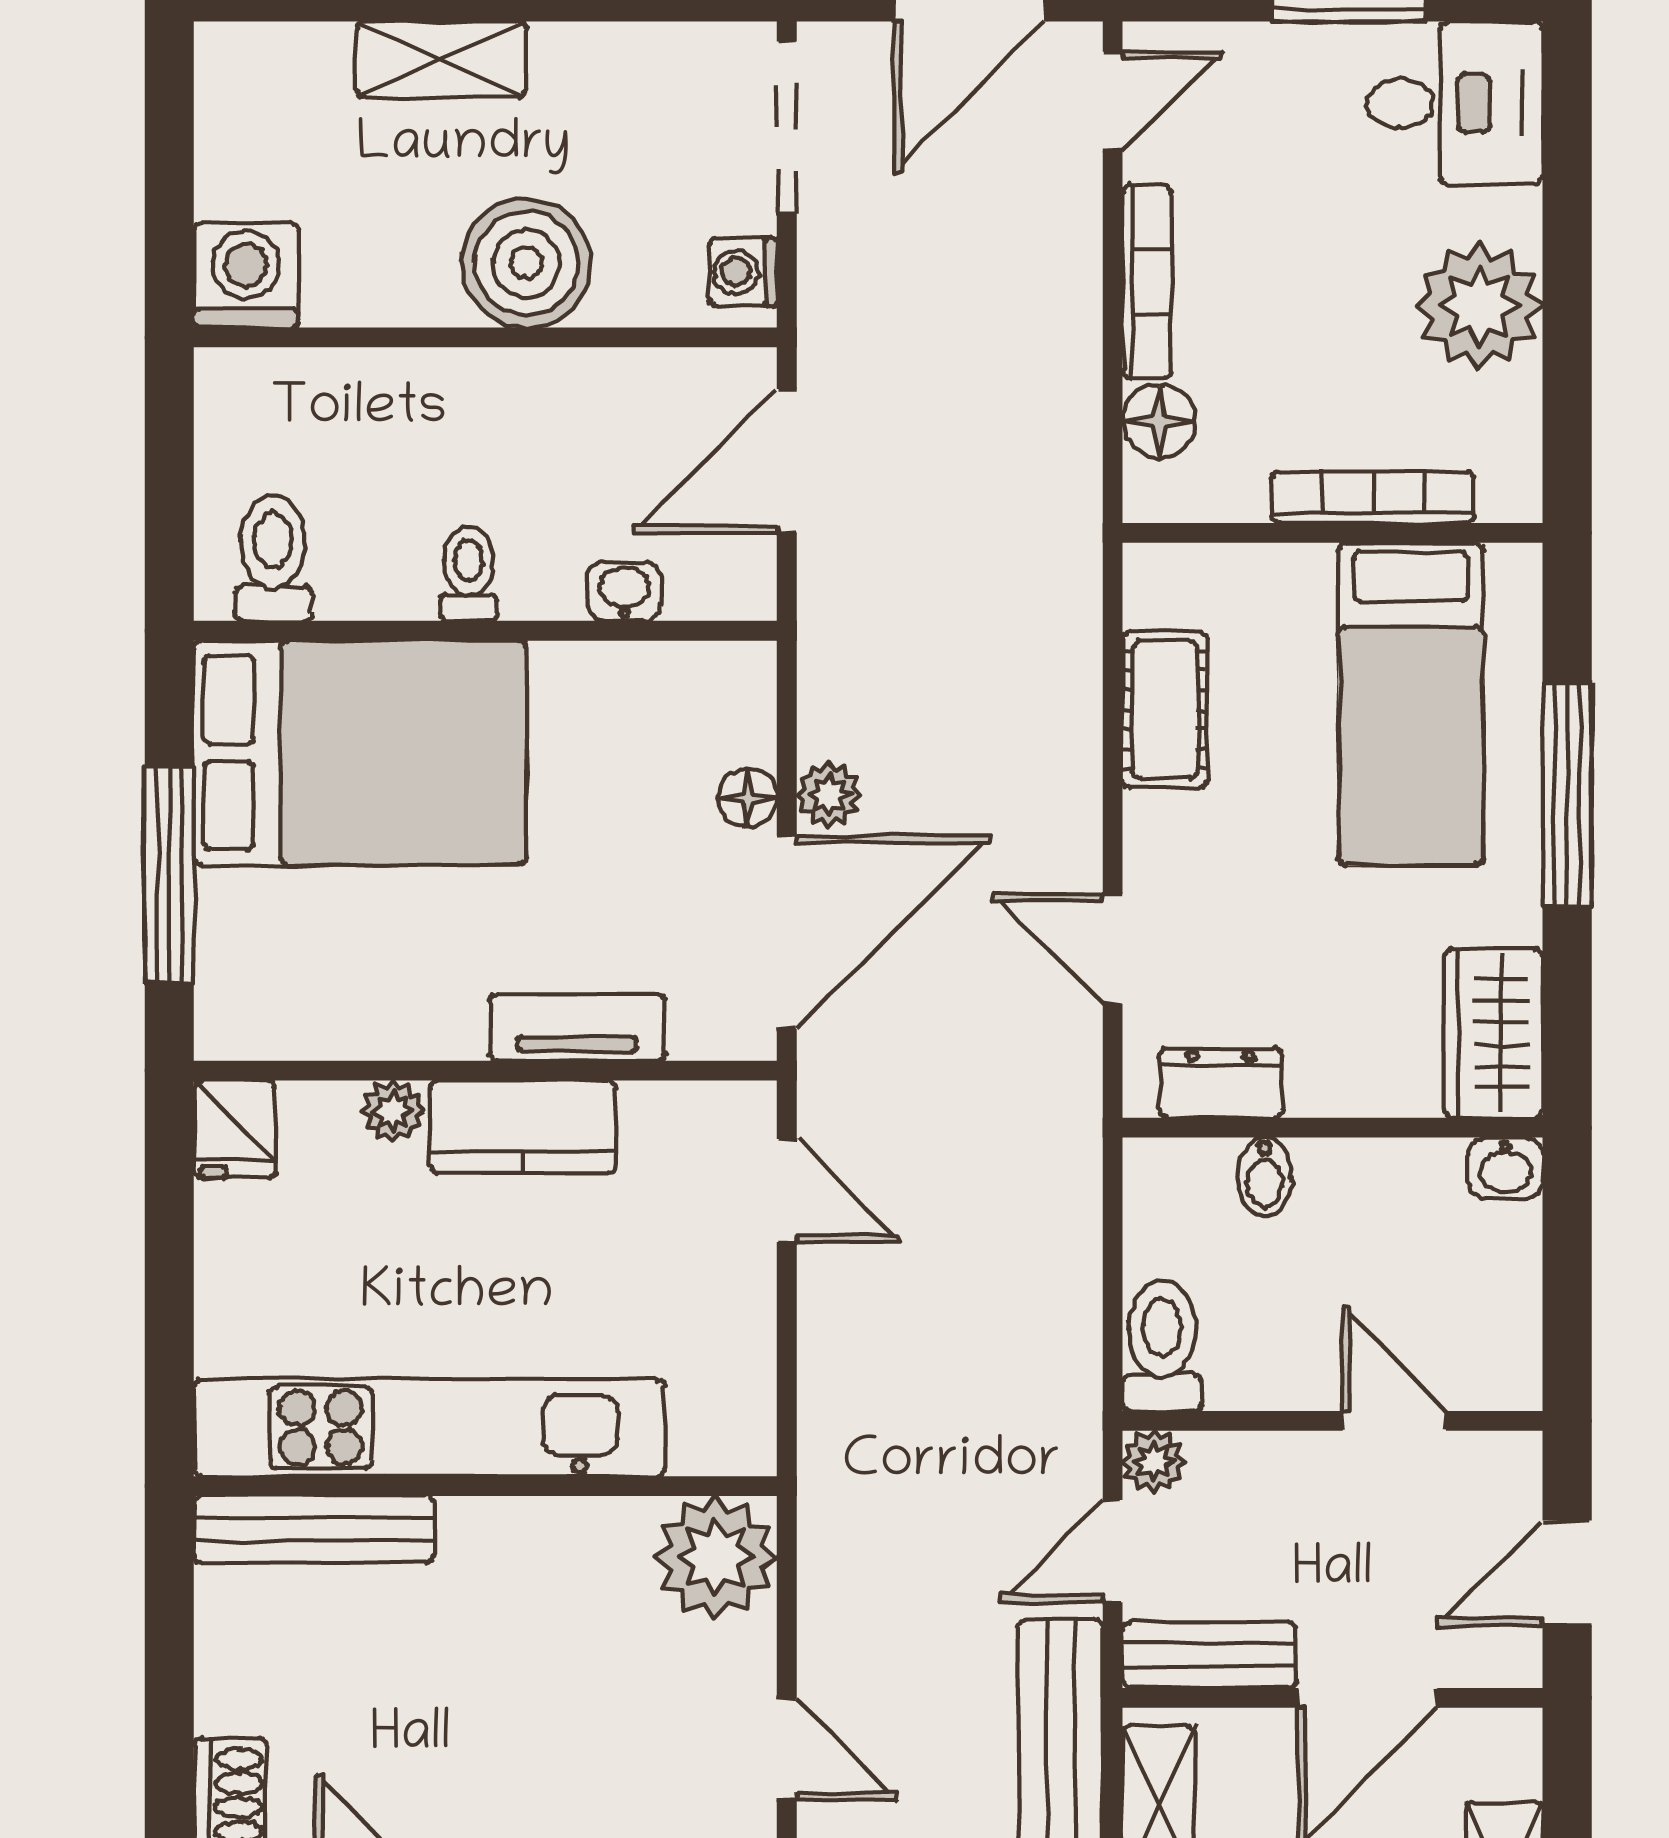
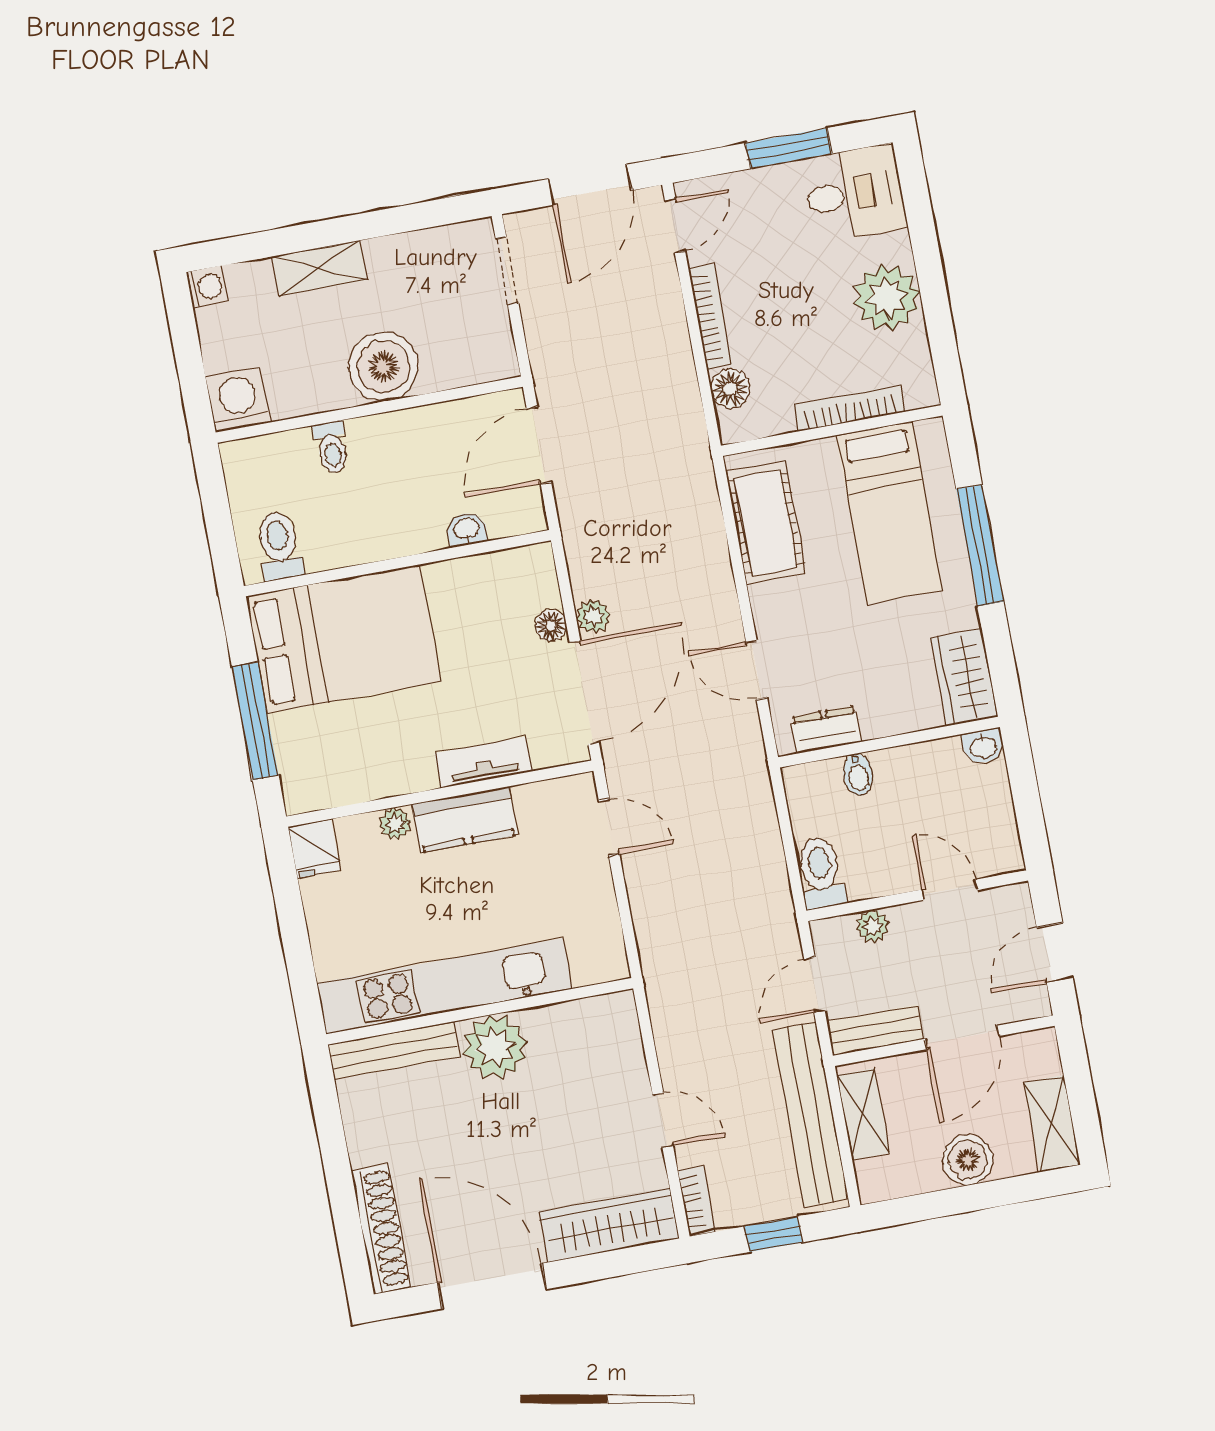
doorway: (787, 127) -> (507, 271), width x0.73
washing machine: (743, 272) -> (207, 287), moved, turned 180
toilet: (469, 574) -> (332, 447), moved, turned 180
cot: (1165, 710) -> (766, 523), width x1.37, depth x1.34
plant: (1154, 1462) -> (872, 926), moved
plant: (716, 1557) -> (495, 1047), moved

